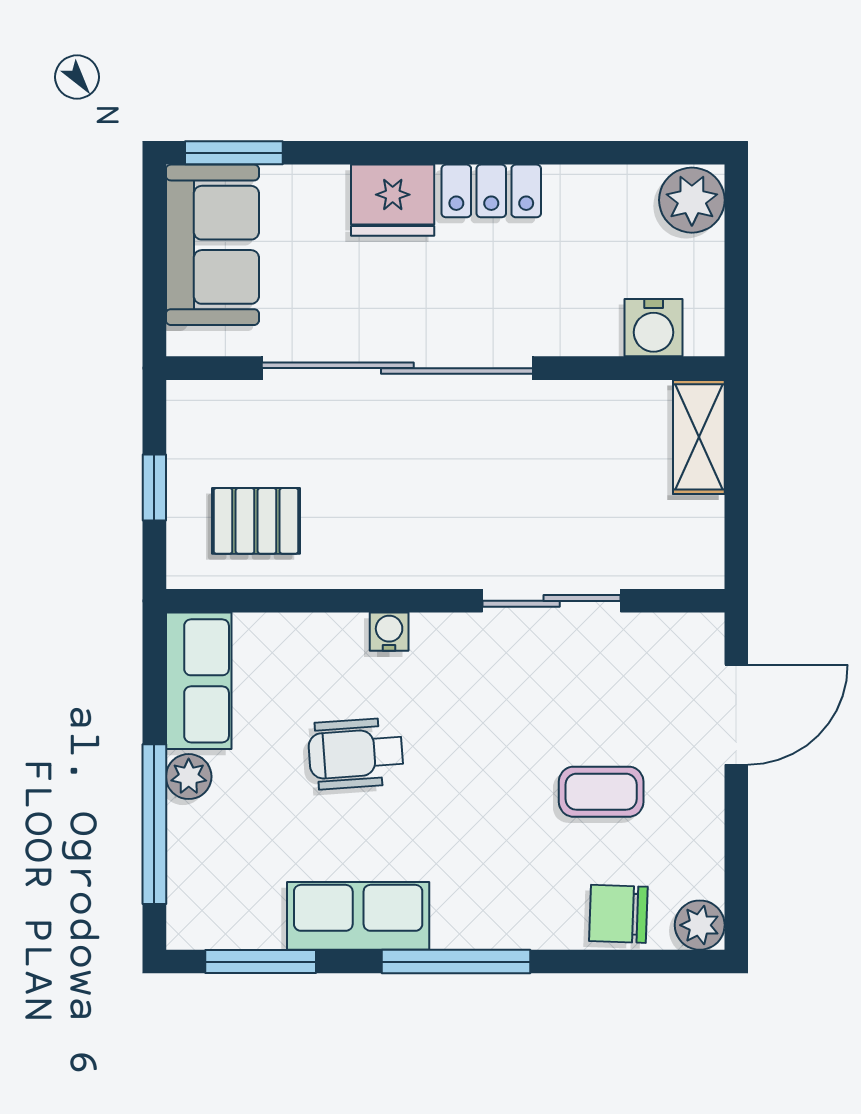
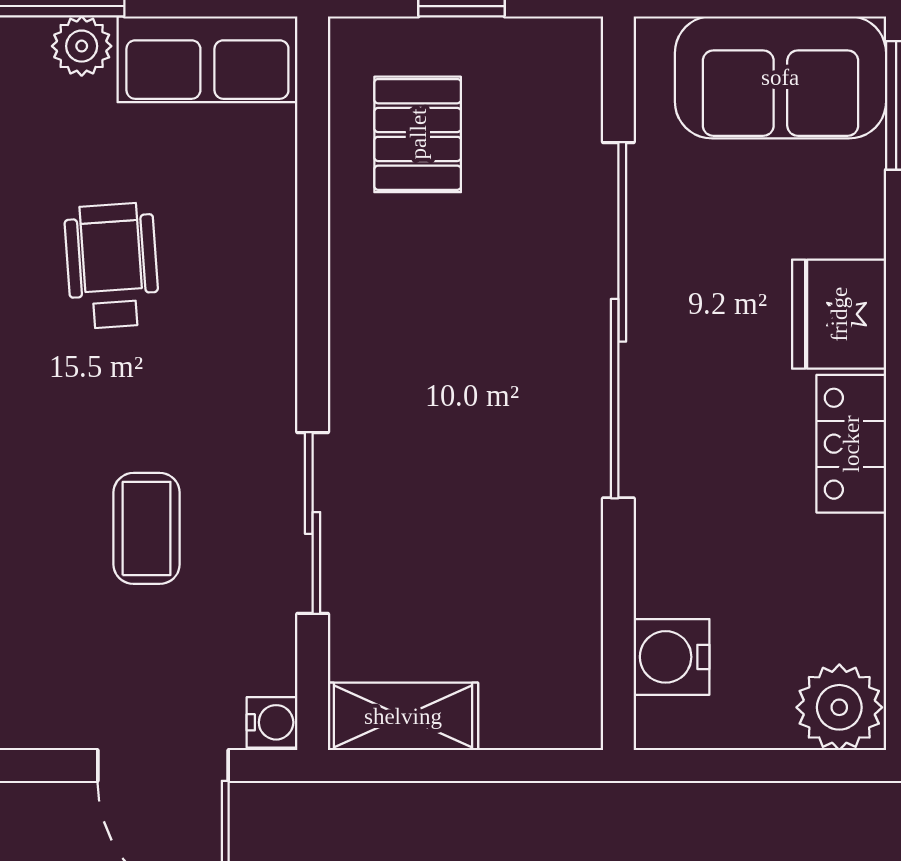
shelving: (699, 437) -> (403, 716), moved
water cooler: (389, 632) -> (272, 722), moved
coffee table: (601, 792) -> (147, 528), moved

